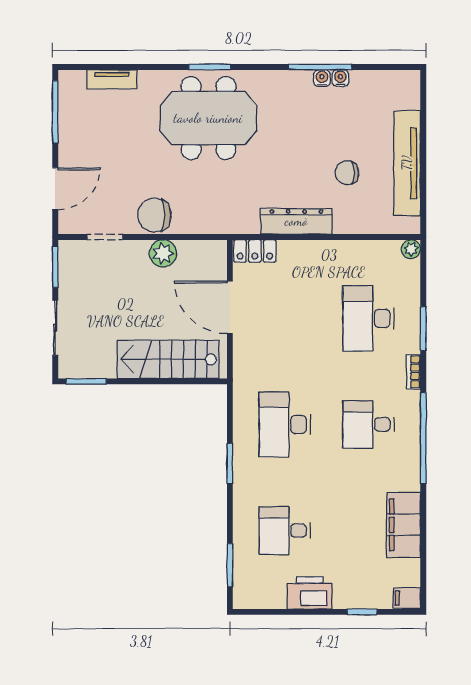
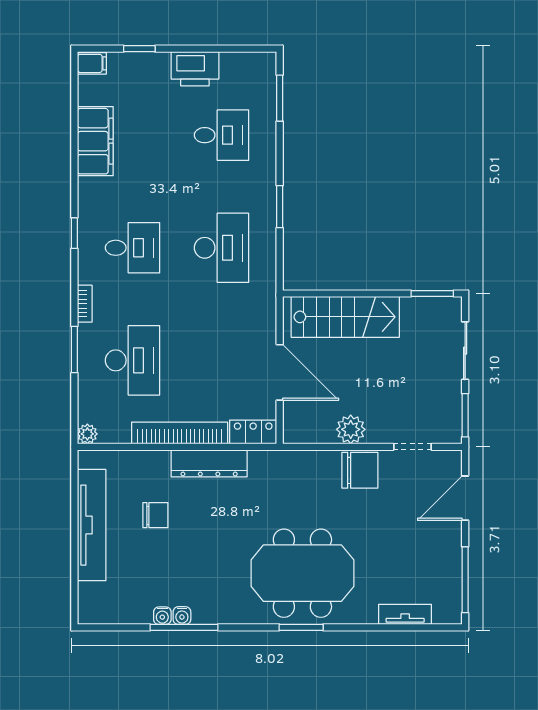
bookcase: (324, 250) -> (180, 433), added
window: (423, 438) -> (74, 233), width x0.32

